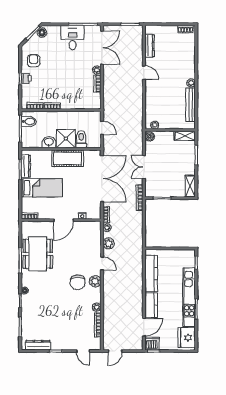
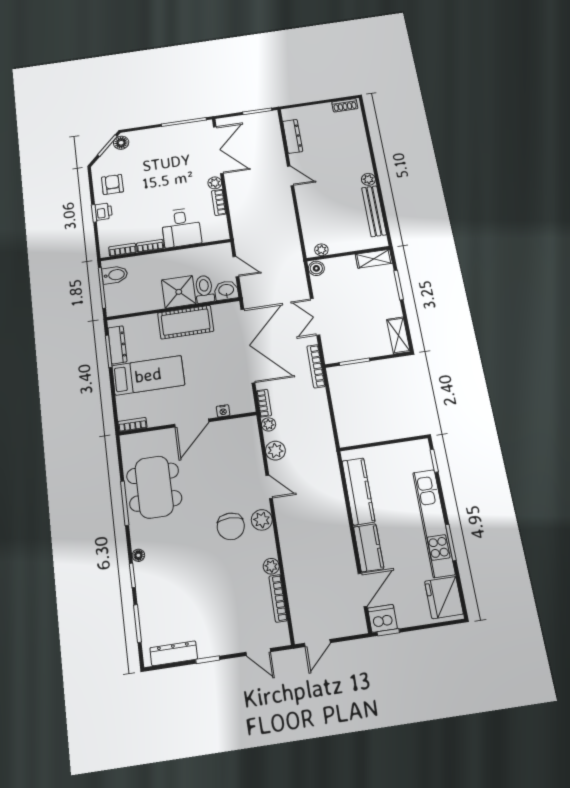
desk: (72, 38) -> (181, 228), moved, turned 180
washbasin: (49, 142) -> (226, 290), moved

